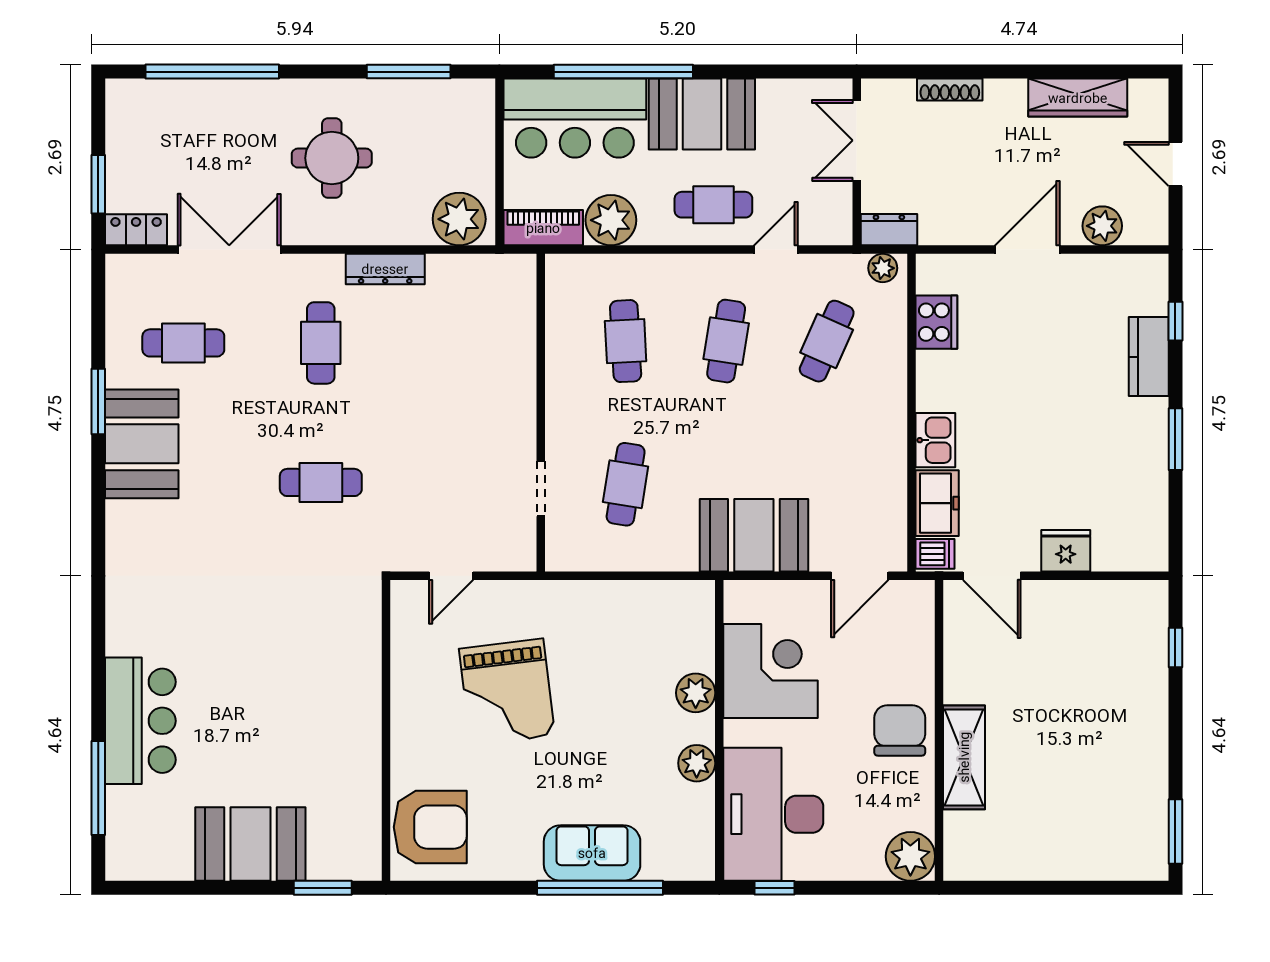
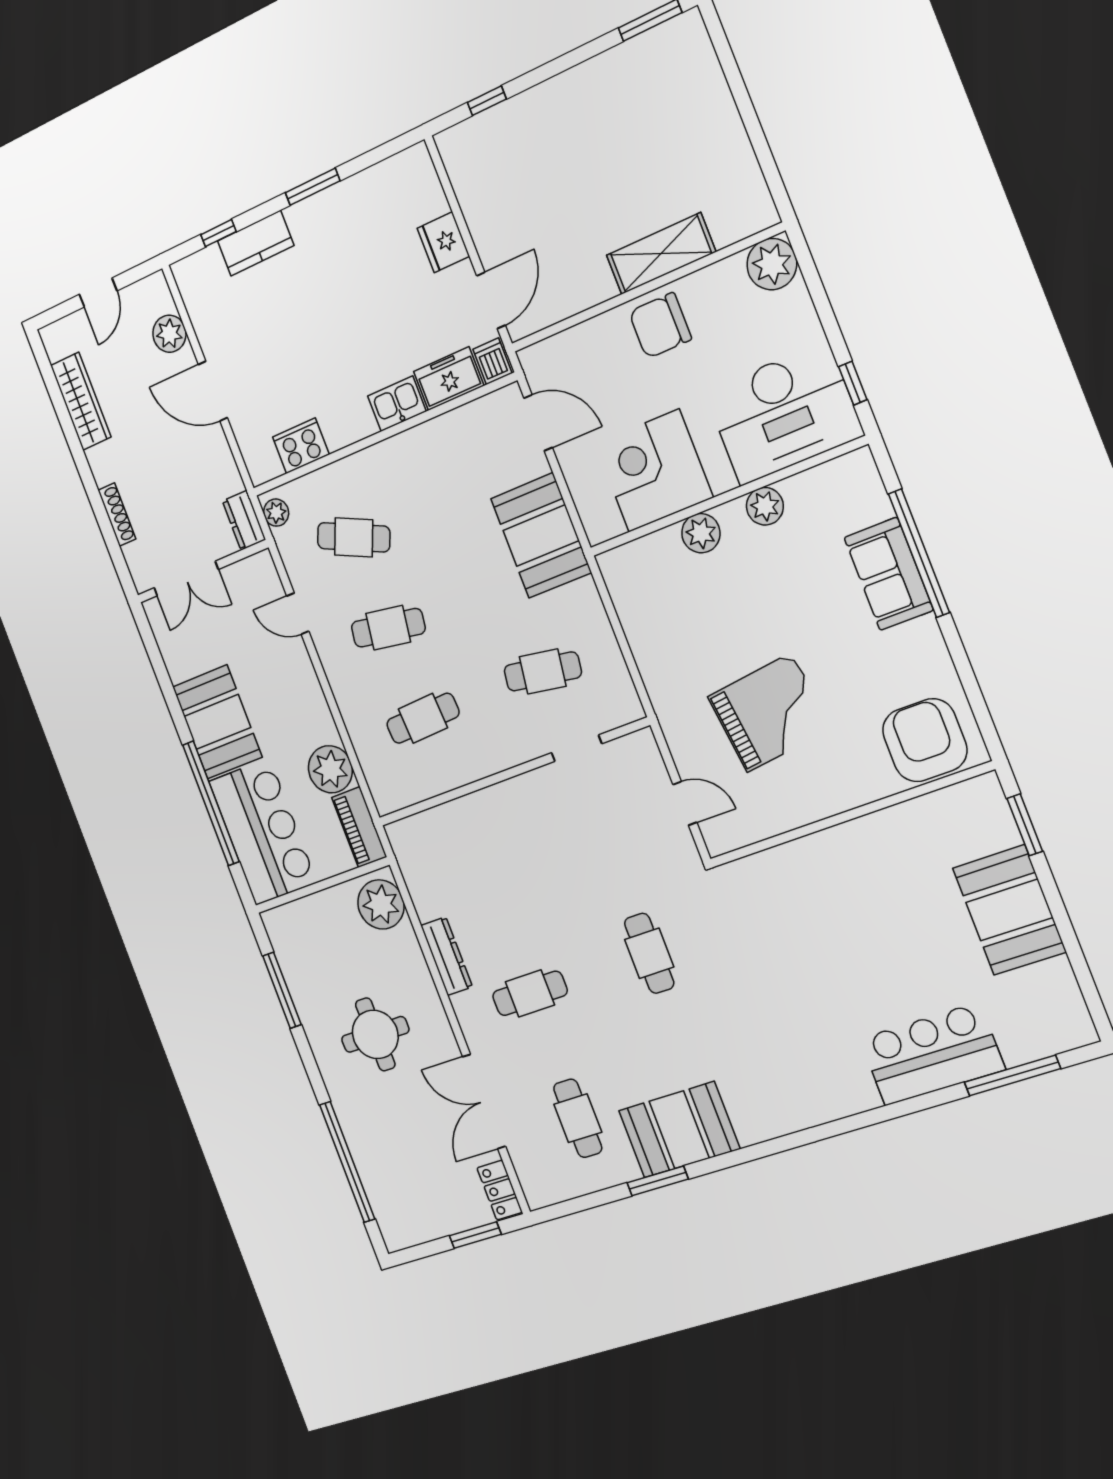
cafe table: (713, 205) -> (284, 683), removed

